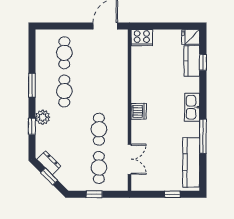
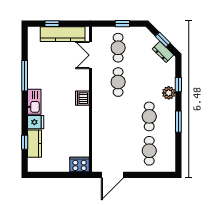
fridge: (191, 37) -> (36, 122), moved
kitchen counter: (191, 162) -> (63, 34), moved, turned 90

